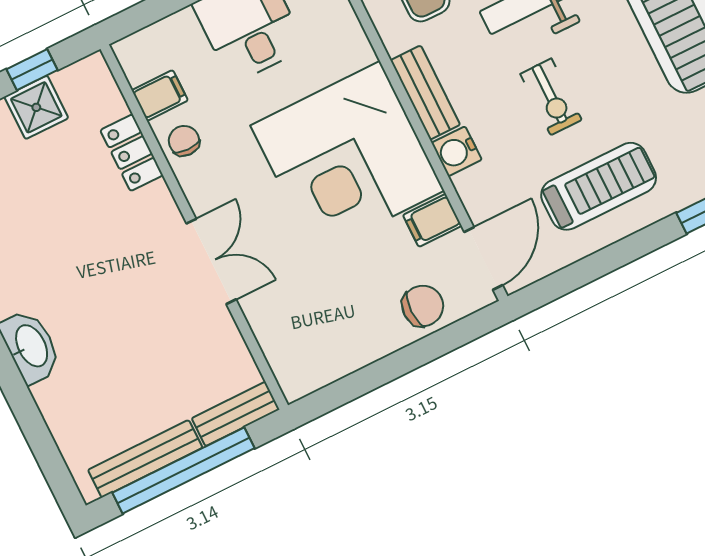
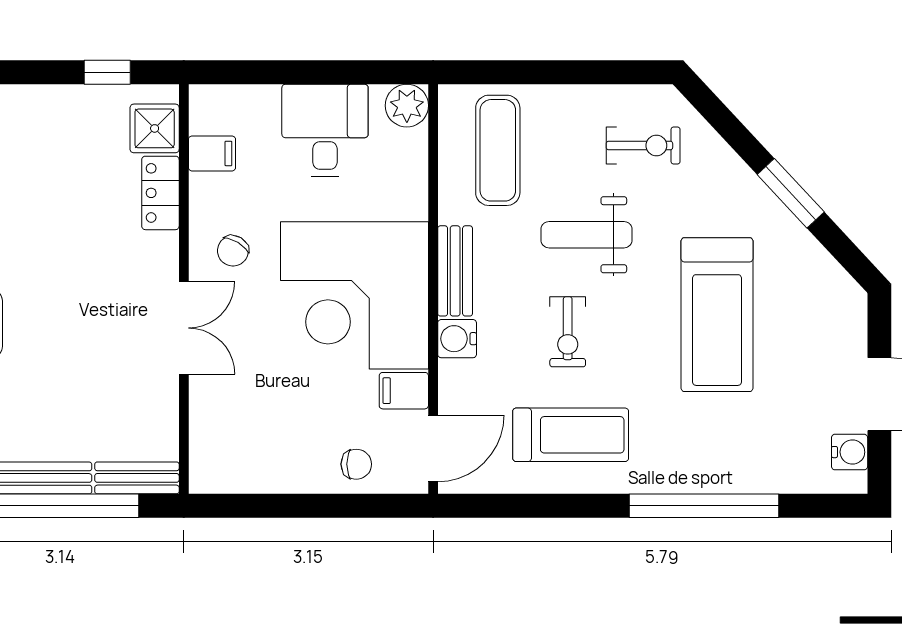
shower: (36, 107) -> (155, 128), moved
chair: (184, 141) -> (233, 251), moved, turned -150
chair: (423, 306) -> (356, 464), width x0.73, depth x0.73

